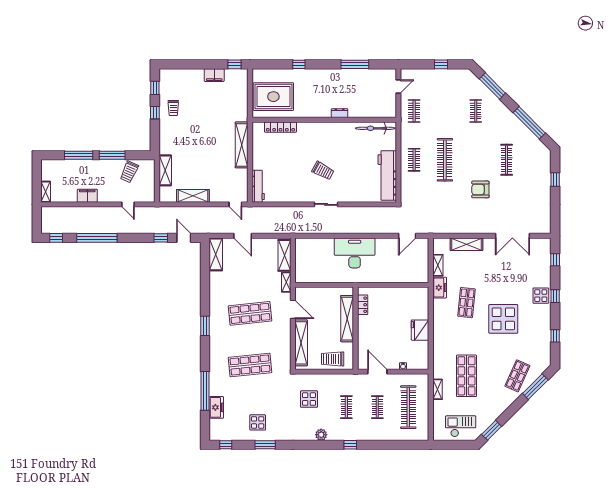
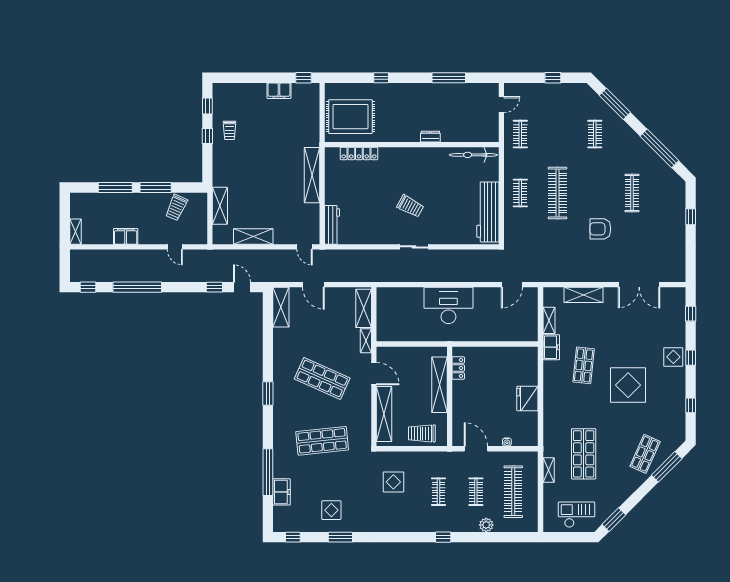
shop shelf: (250, 313) -> (322, 378), turned 30
plant: (321, 435) -> (486, 525), moved

